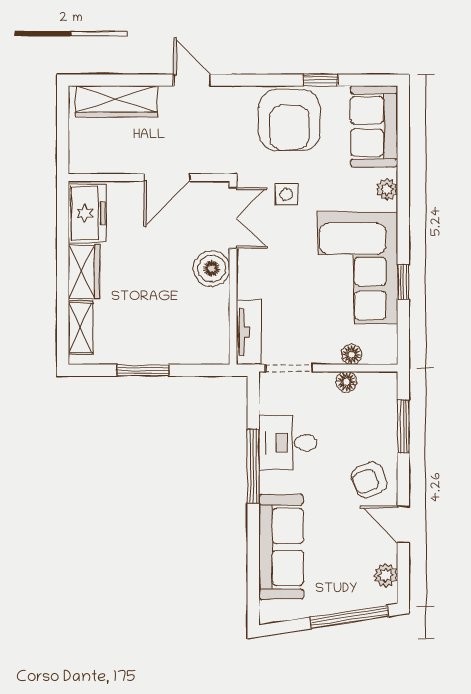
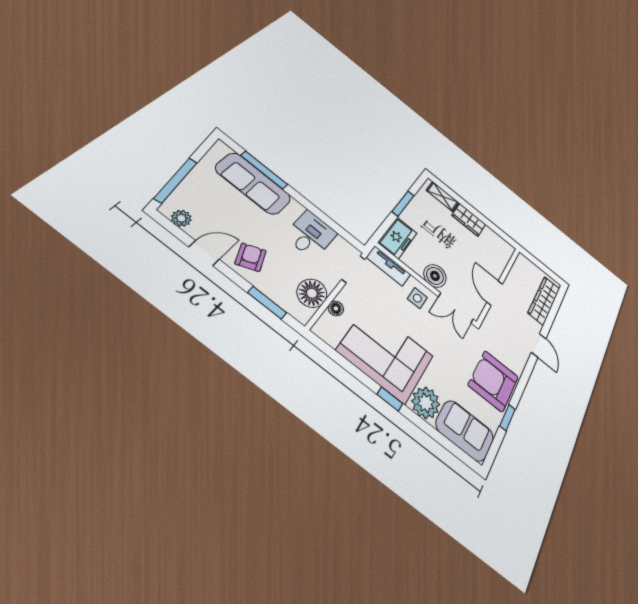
door: (192, 80) -> (539, 345), hinge flipped
plant: (387, 189) -> (426, 403), width x1.87, depth x1.87
side table: (286, 194) -> (417, 298), moved
freezer: (87, 213) -> (398, 238), moved, turned -90
window: (403, 282) -> (390, 399), moved
floor lamp: (346, 382) -> (312, 293), width x1.89, depth x1.89
window: (253, 466) -> (264, 170), moved

